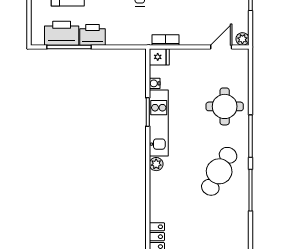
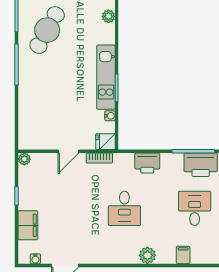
printer: (93, 35) -> (147, 163), moved
door: (221, 47) -> (69, 151), moved
round table: (225, 106) -> (42, 93), removed
plant: (156, 164) -> (108, 16), moved

